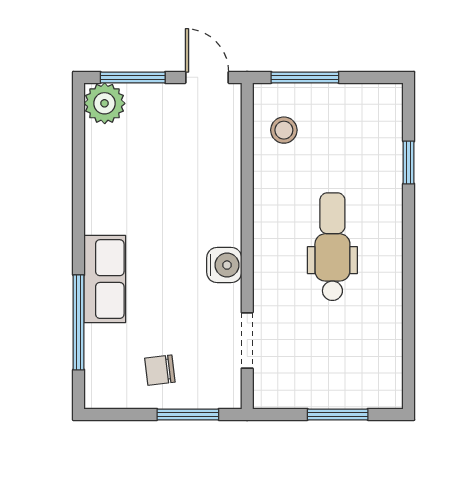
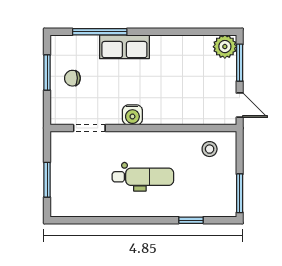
door: (207, 77) -> (240, 105), hinge flipped
window: (305, 77) -> (240, 193), moved
chair: (160, 370) -> (72, 78), turned -83
window: (188, 414) -> (47, 73), moved

